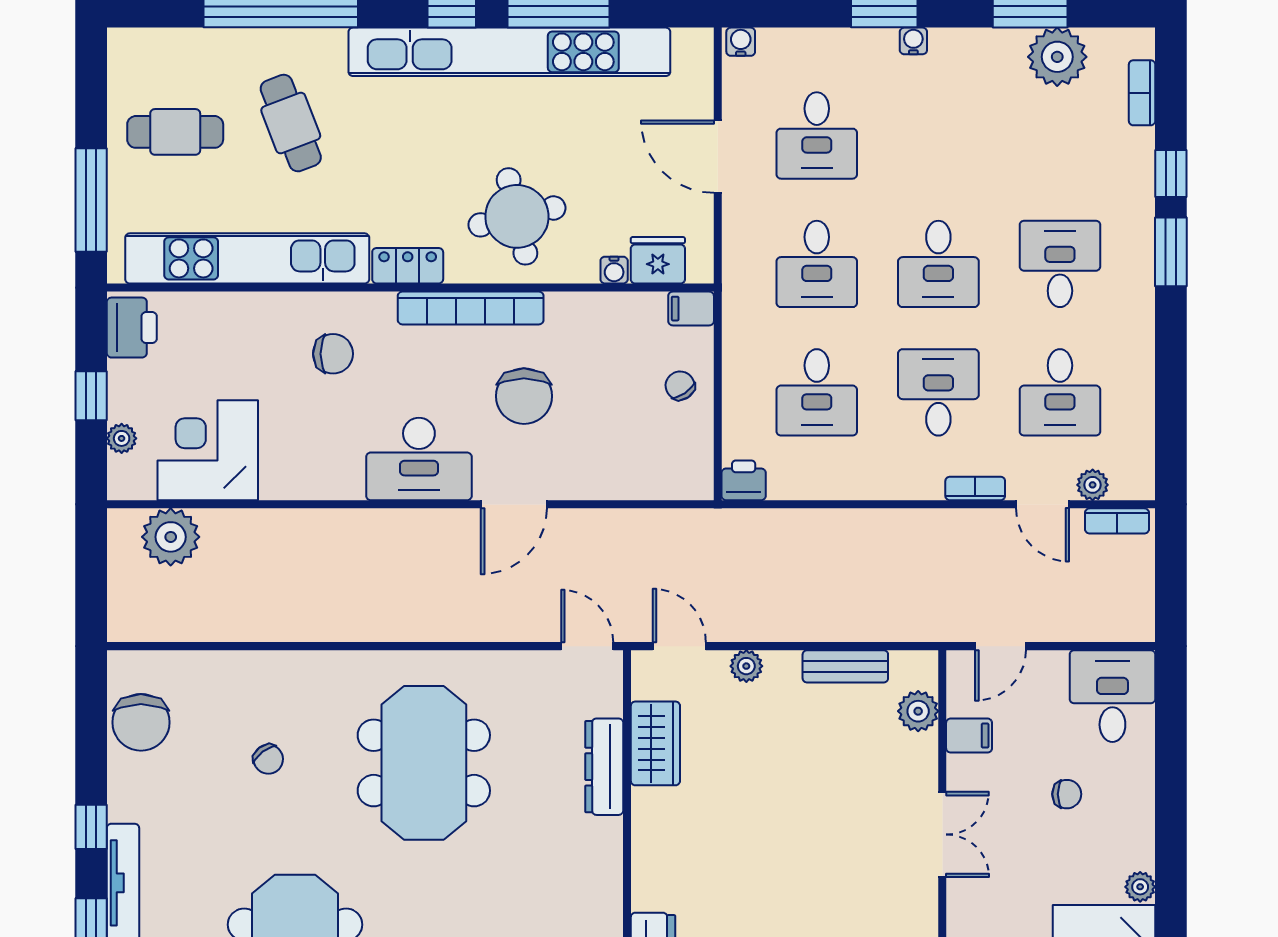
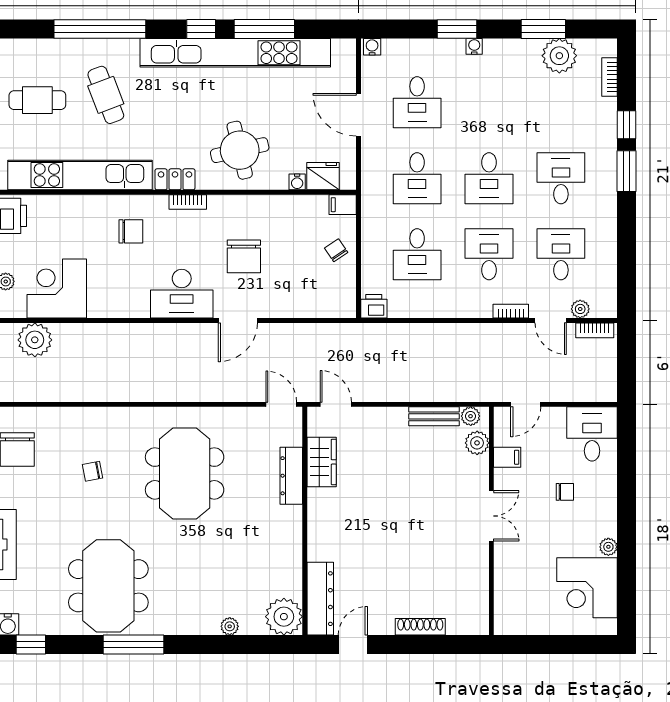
bookcase: (471, 308) -> (188, 202), width x0.43, depth x0.76
desk: (1060, 392) -> (561, 254), turned 180
plant: (746, 666) -> (471, 416), moved
chair: (268, 759) -> (93, 471), turned 116

